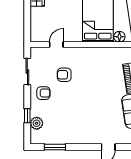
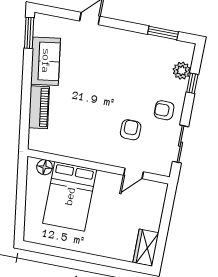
armchair: (64, 75) -> (131, 130), turned -90

